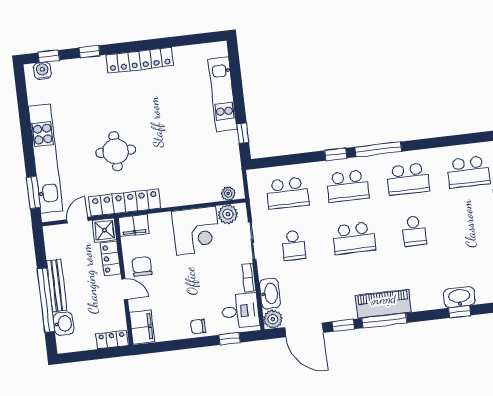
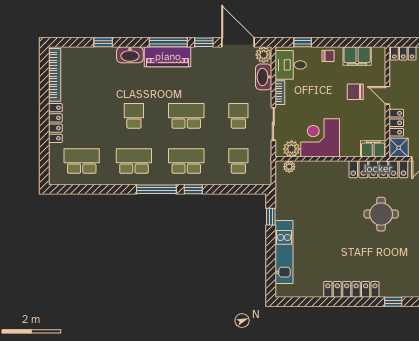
school desk: (287, 193) -> (238, 161), width x0.54
chair: (142, 266) -> (355, 92), moved, turned 90
washbasin: (459, 297) -> (130, 55), moved
filing cabinet: (142, 327) -> (357, 56), moved, turned -90

